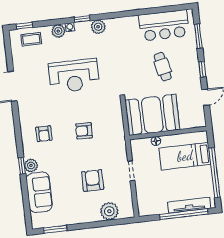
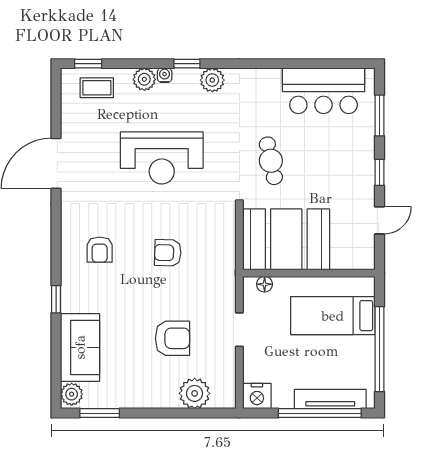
cafe table: (163, 67) -> (271, 161), moved
floor lamp: (156, 141) -> (265, 284), moved
plant: (31, 165) -> (72, 394), moved
armchair: (93, 181) -> (173, 338), turned 90
nightstand: (146, 208) -> (257, 396), added

